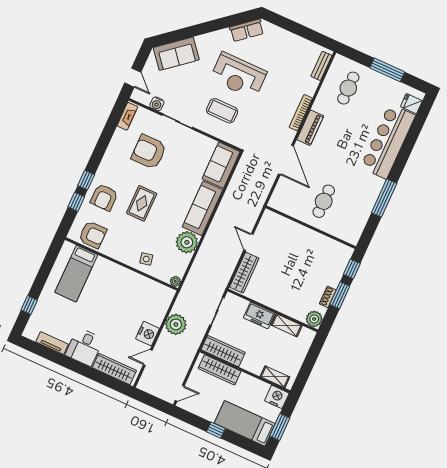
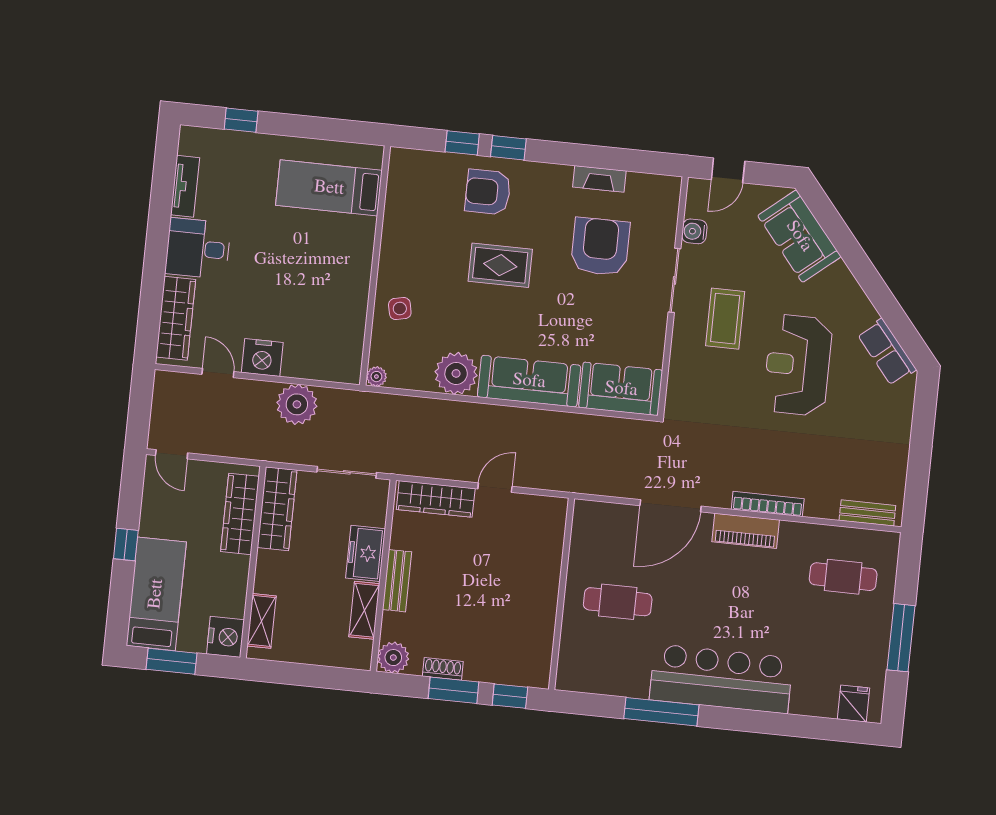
coffee table: (222, 111) -> (725, 319), moved
fireplace: (127, 116) -> (599, 179), moved
bar counter: (388, 141) -> (721, 679), moved
armchair: (93, 235) -> (411, 194), removed
bench: (278, 305) -> (397, 581), added

